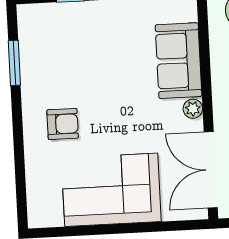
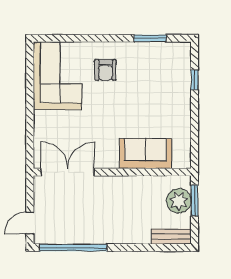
plant: (193, 109) -> (111, 162), removed
corner sofa: (111, 190) -> (57, 76), moved

